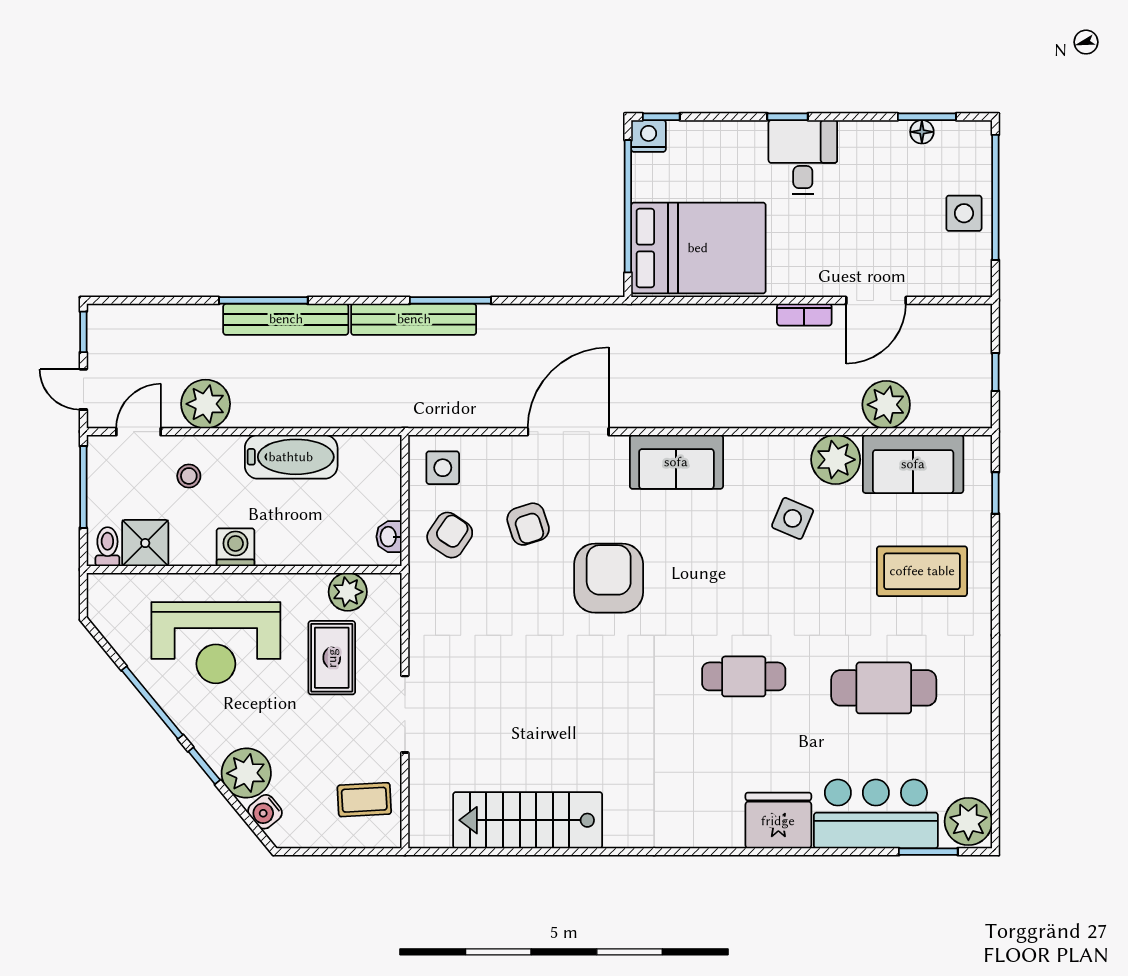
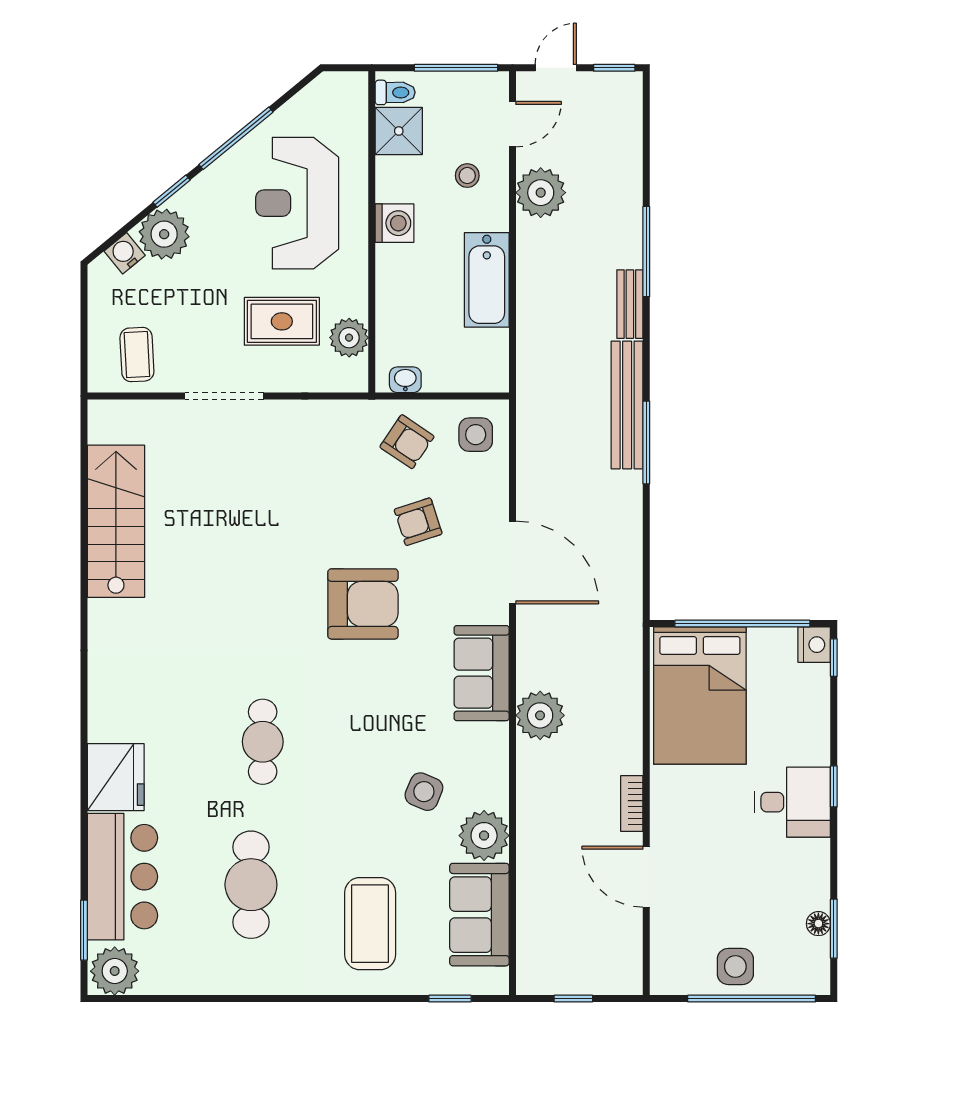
bench: (286, 319) -> (630, 304), width x0.54, depth x0.82
plant: (886, 405) -> (540, 715), moved
door: (139, 432) -> (512, 124), hinge flipped

